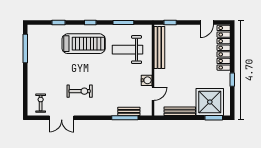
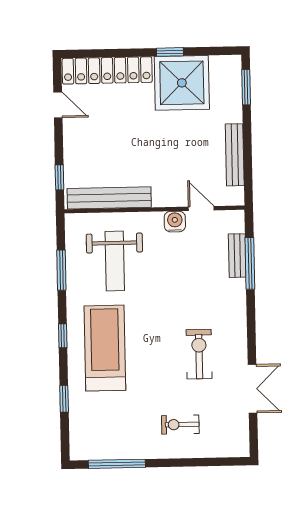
shower: (210, 102) -> (182, 83), moved
exercise bike: (41, 103) -> (180, 425), moved

